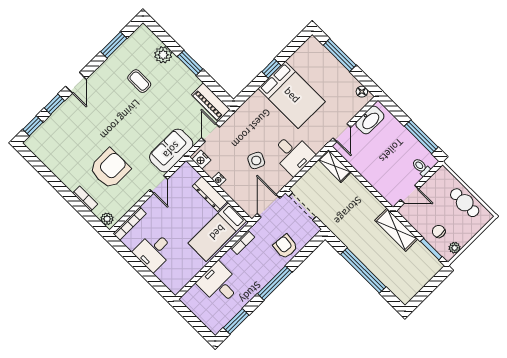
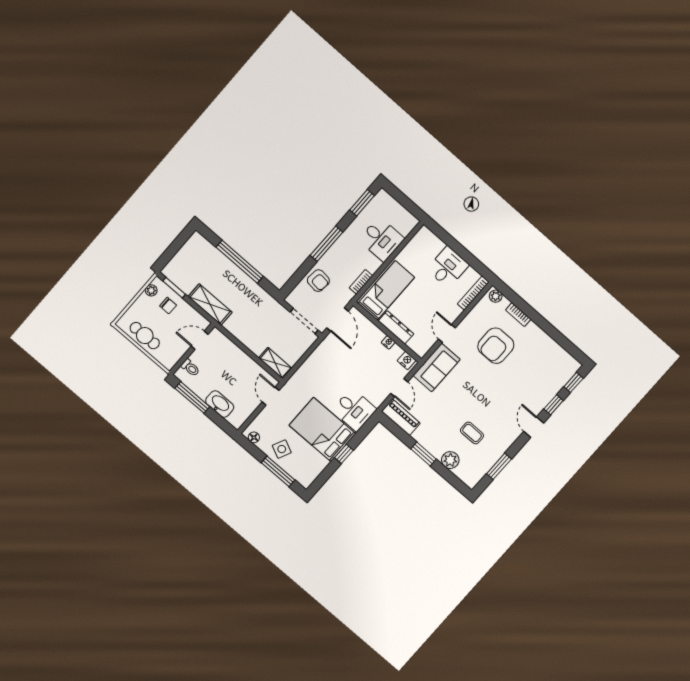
washbasin: (370, 120) -> (220, 404), moved, turned 90
desk: (293, 154) -> (354, 410), moved, turned 180
side table: (256, 160) -> (282, 449), moved

